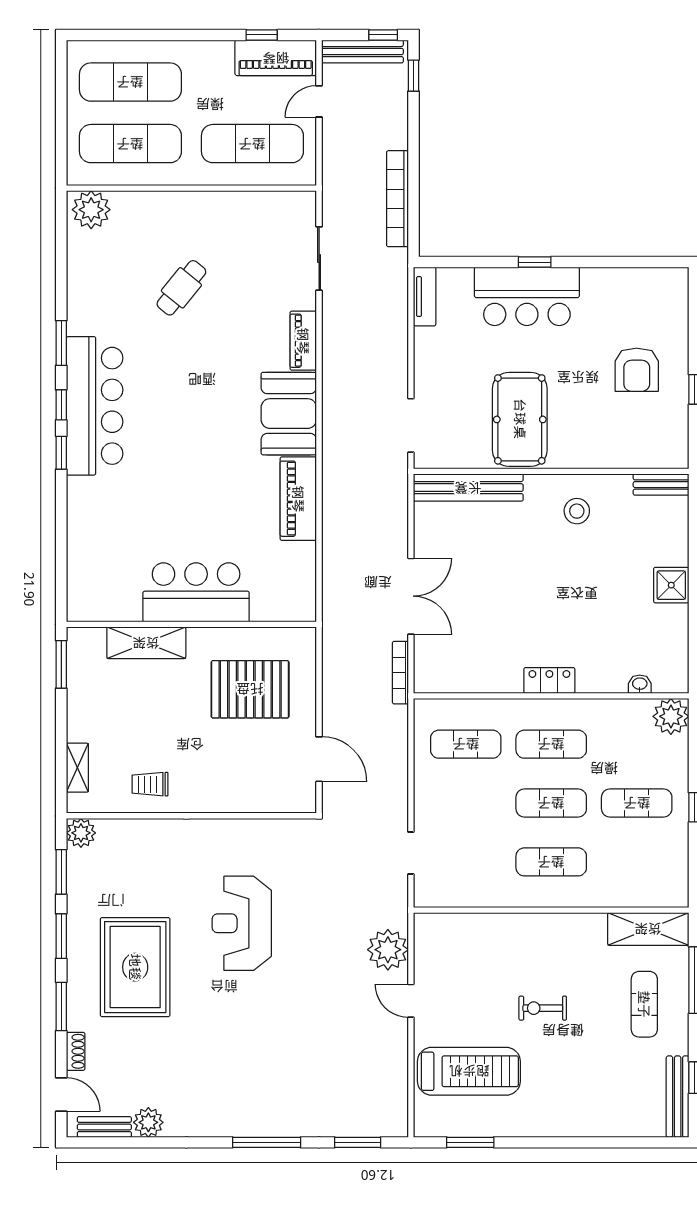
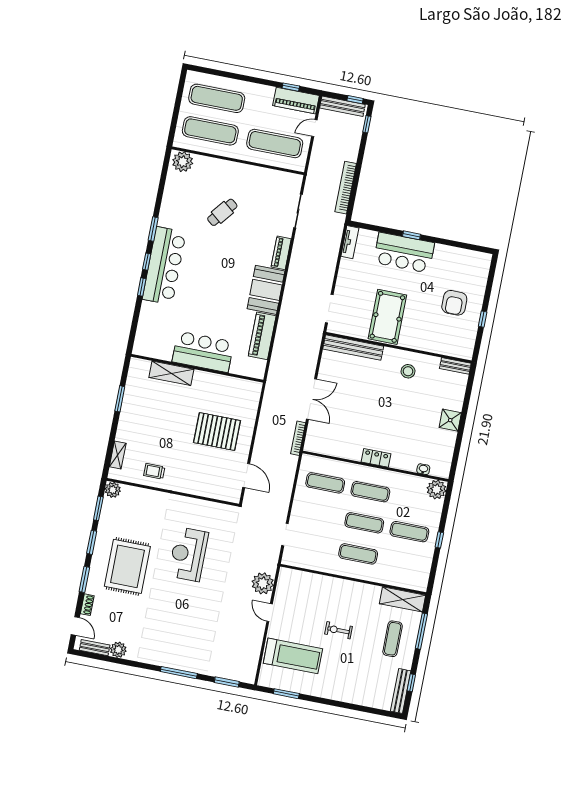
bar counter: (196, 592) -> (203, 352), moved
wall: (191, 624) -> (197, 368), moved
shelving: (146, 643) -> (171, 373), moved

